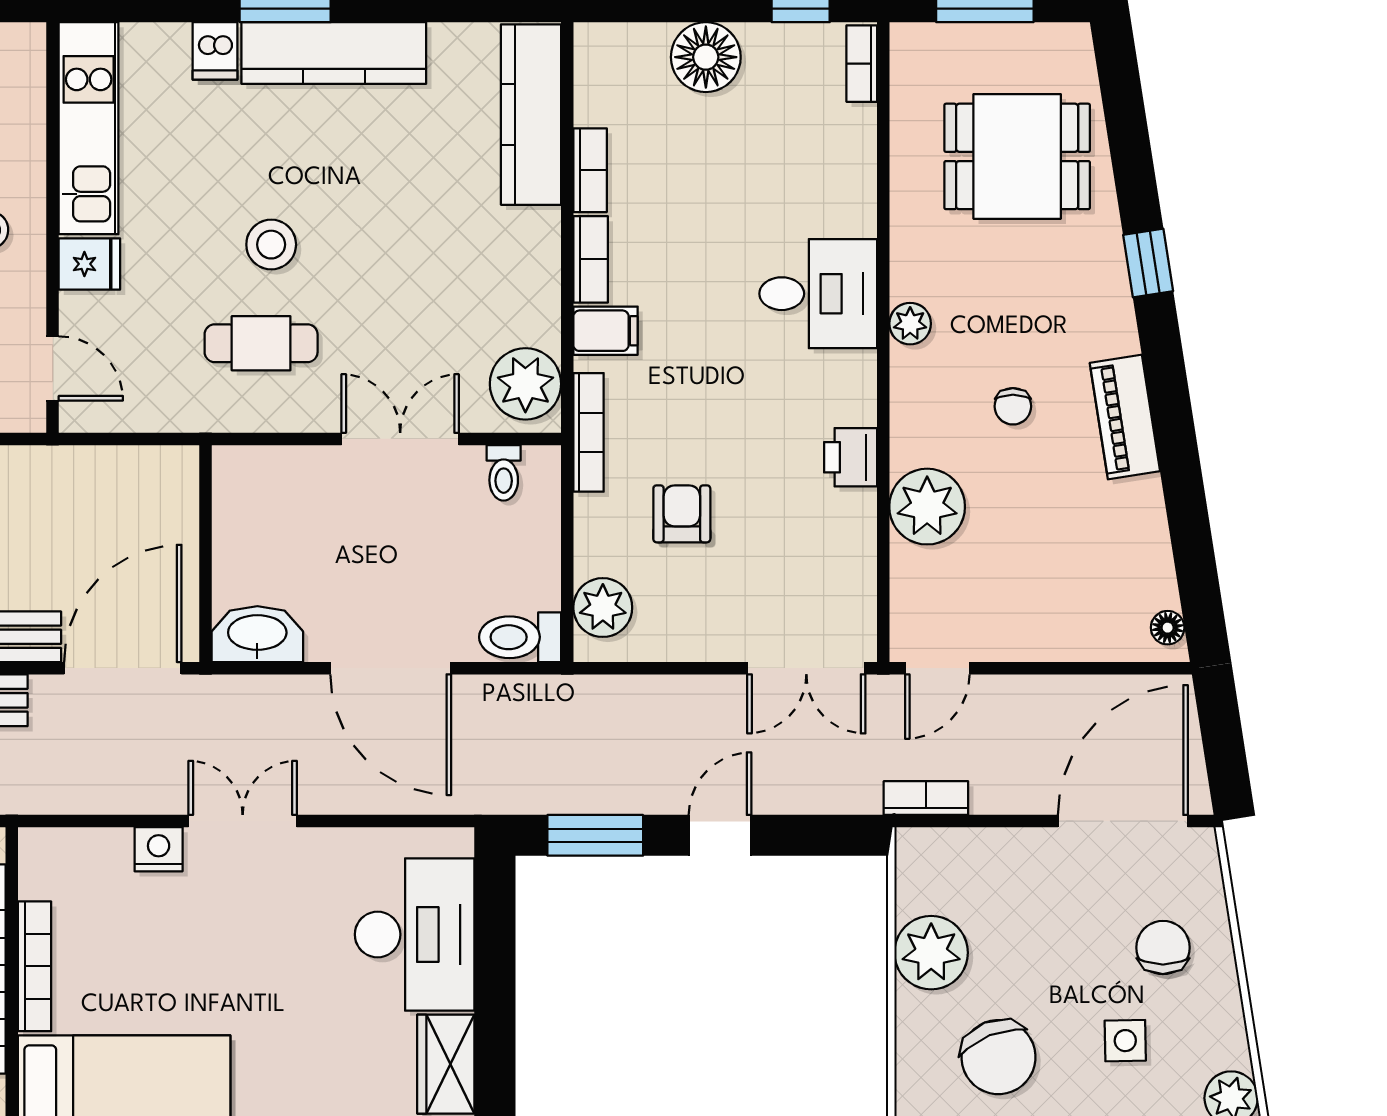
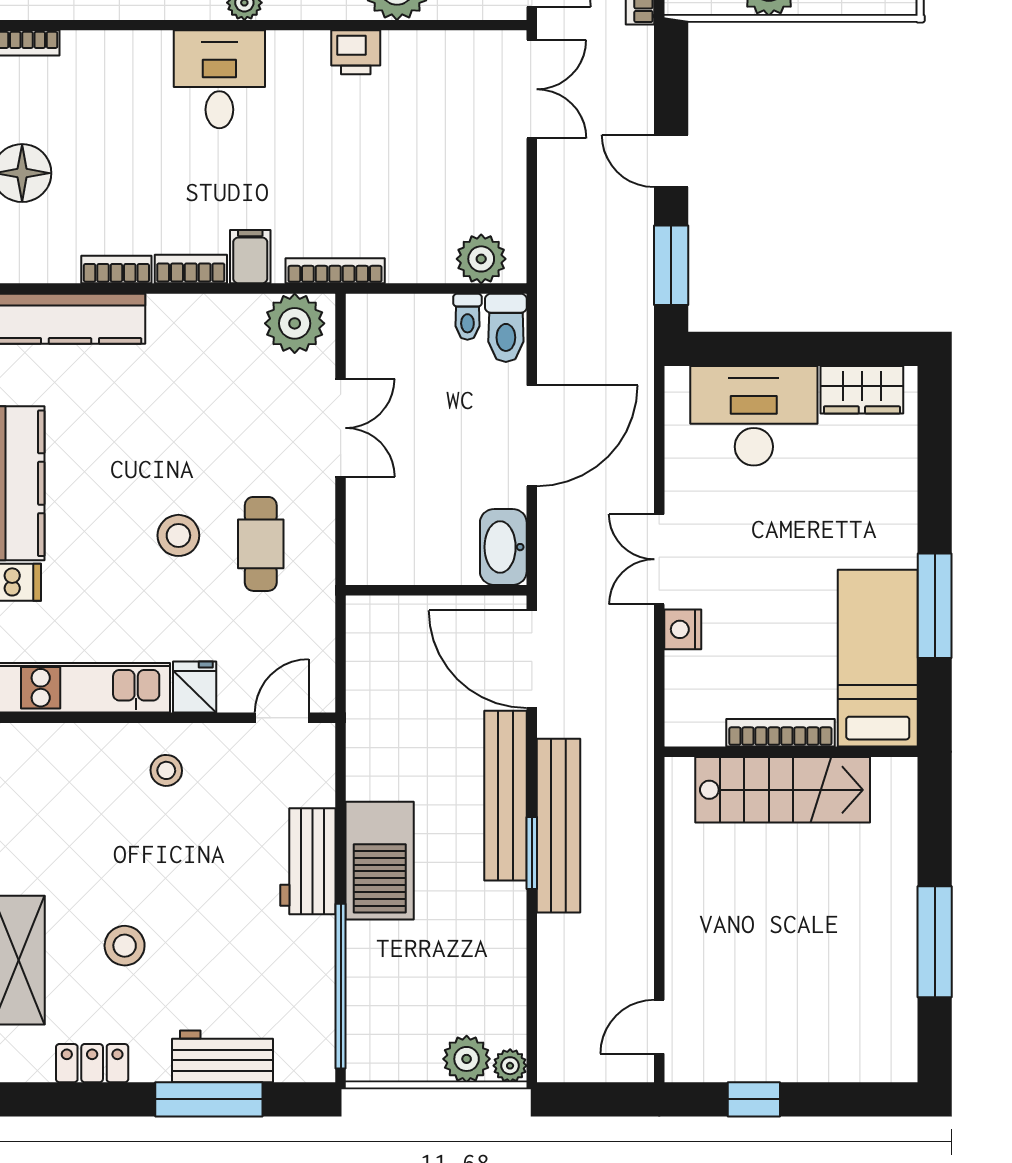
double door: (400, 439) -> (341, 428), swing flipped
toilet: (504, 473) -> (467, 317), moved, turned 90
armchair: (682, 514) -> (403, 193), removed

